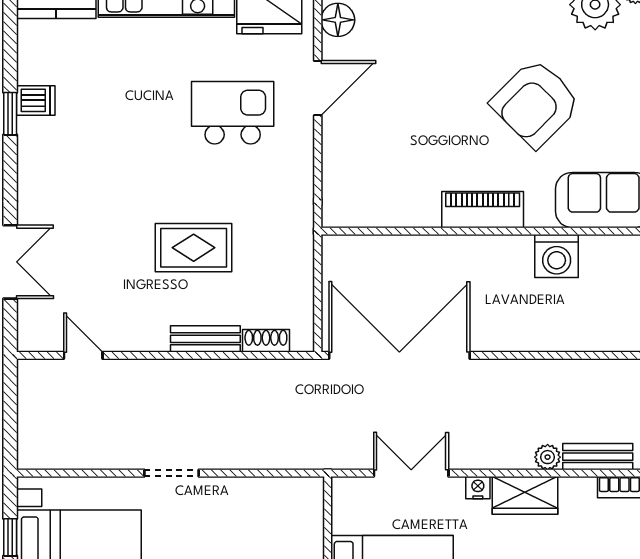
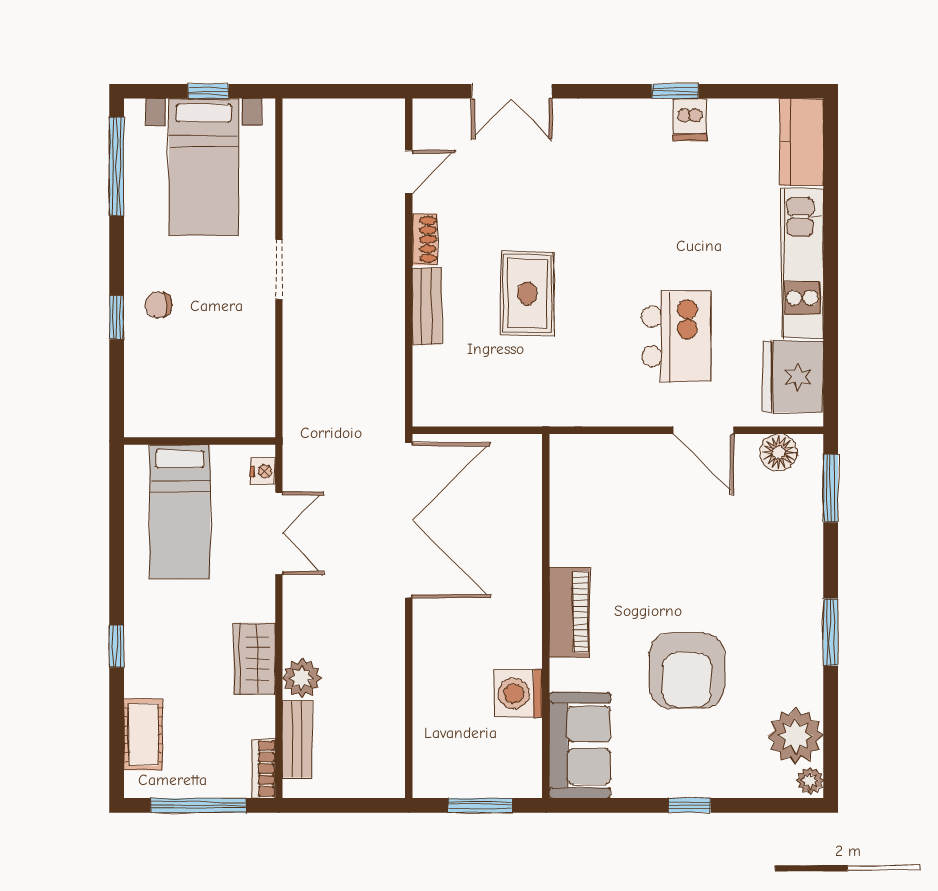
armchair: (536, 103) -> (687, 671), turned -135
shoe rack: (266, 341) -> (425, 239), moved
plant: (548, 457) -> (302, 678), width x1.38, depth x1.38
nightstand: (478, 488) -> (263, 471), moved

